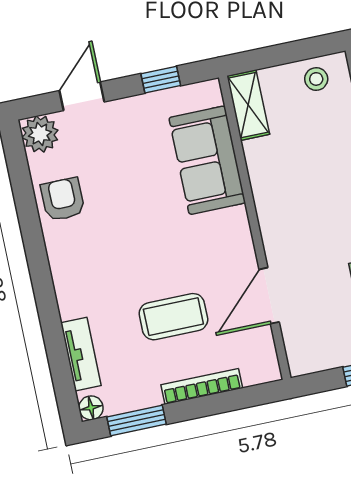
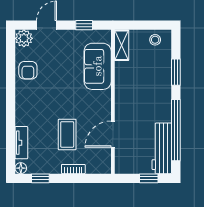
armchair: (63, 199) -> (28, 70), turned 180
coffee table: (173, 317) -> (67, 134), turned 90
bookcase: (202, 386) -> (73, 169), width x0.64
window: (137, 420) -> (40, 178), width x0.67

